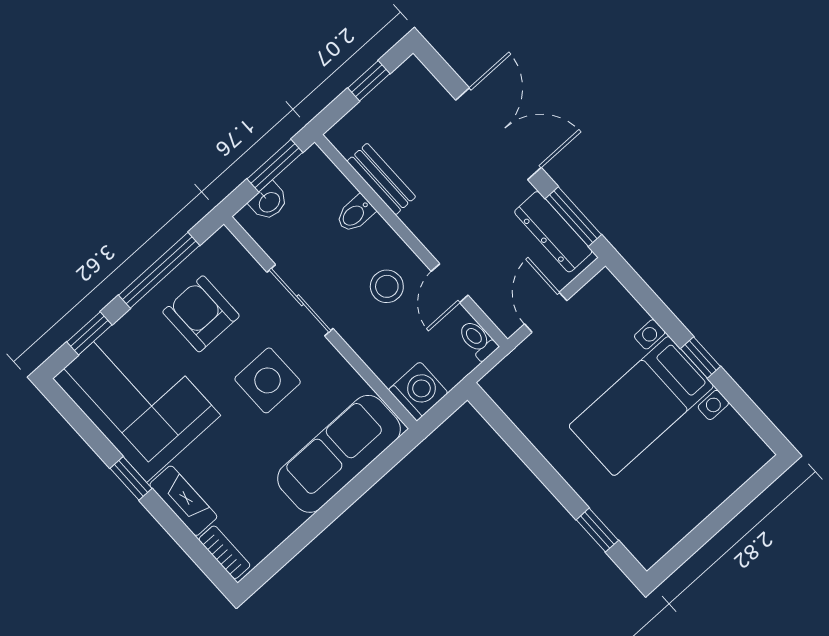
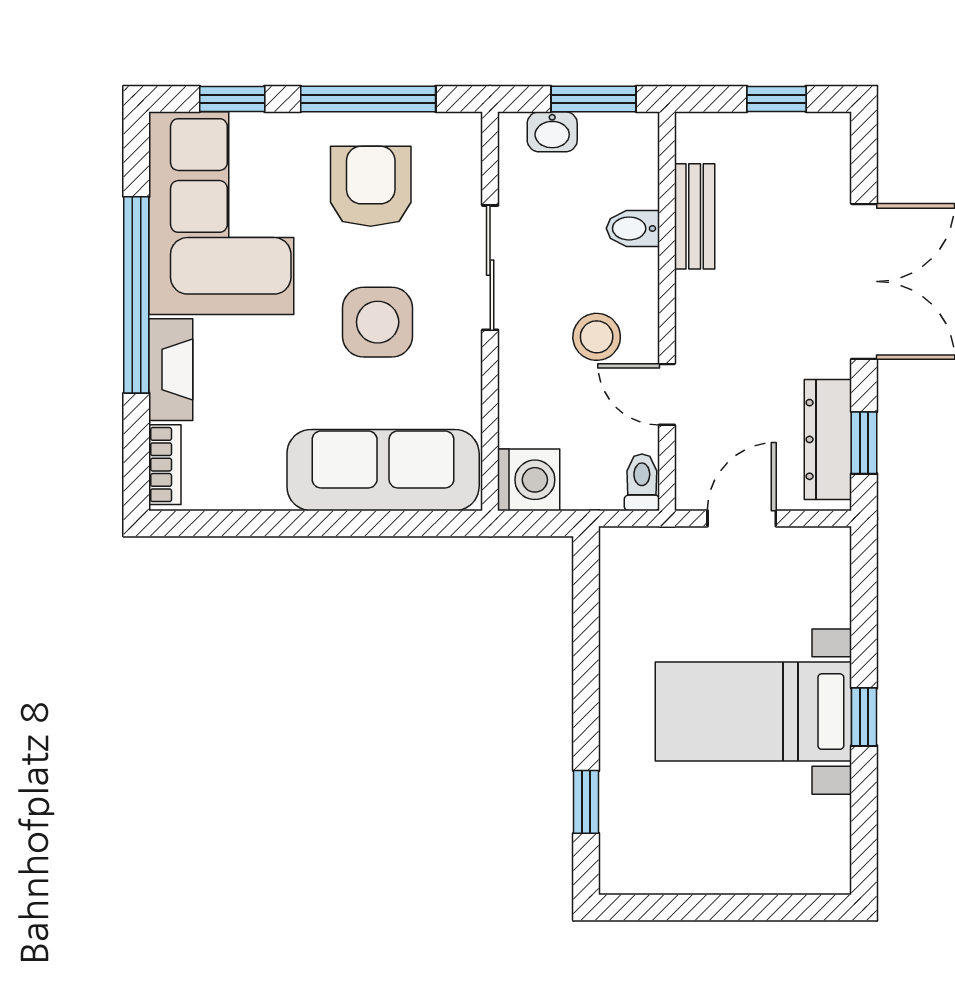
window: (573, 217) -> (864, 443), width x0.67
door: (450, 283) -> (667, 394), hinge flipped
window: (131, 478) -> (136, 295), width x3.17

